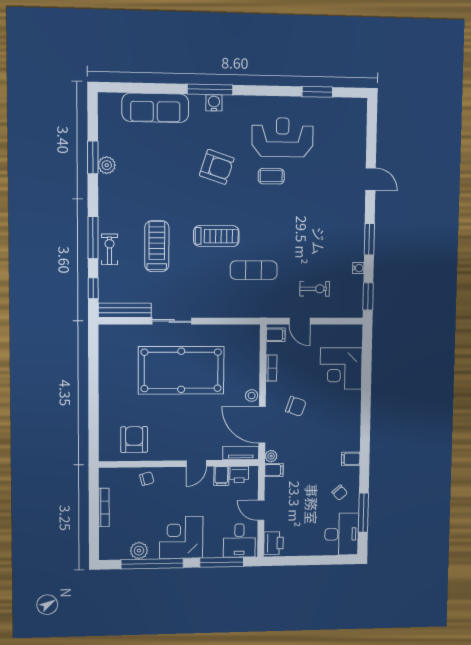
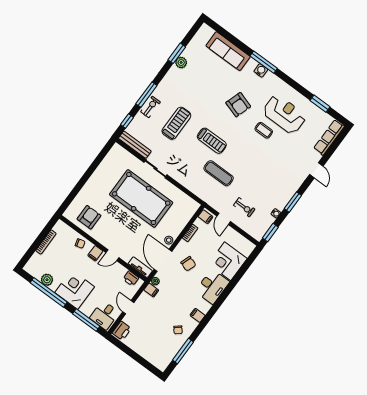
row of seats: (358, 126) -> (329, 137), added
filing cabinet: (221, 476) -> (95, 253), moved
desk: (342, 534) -> (212, 287), moved

